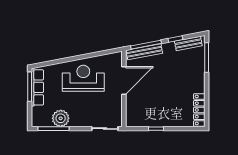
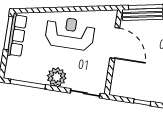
door: (124, 81) -> (115, 43), hinge flipped
plant: (61, 118) -> (57, 77), moved

